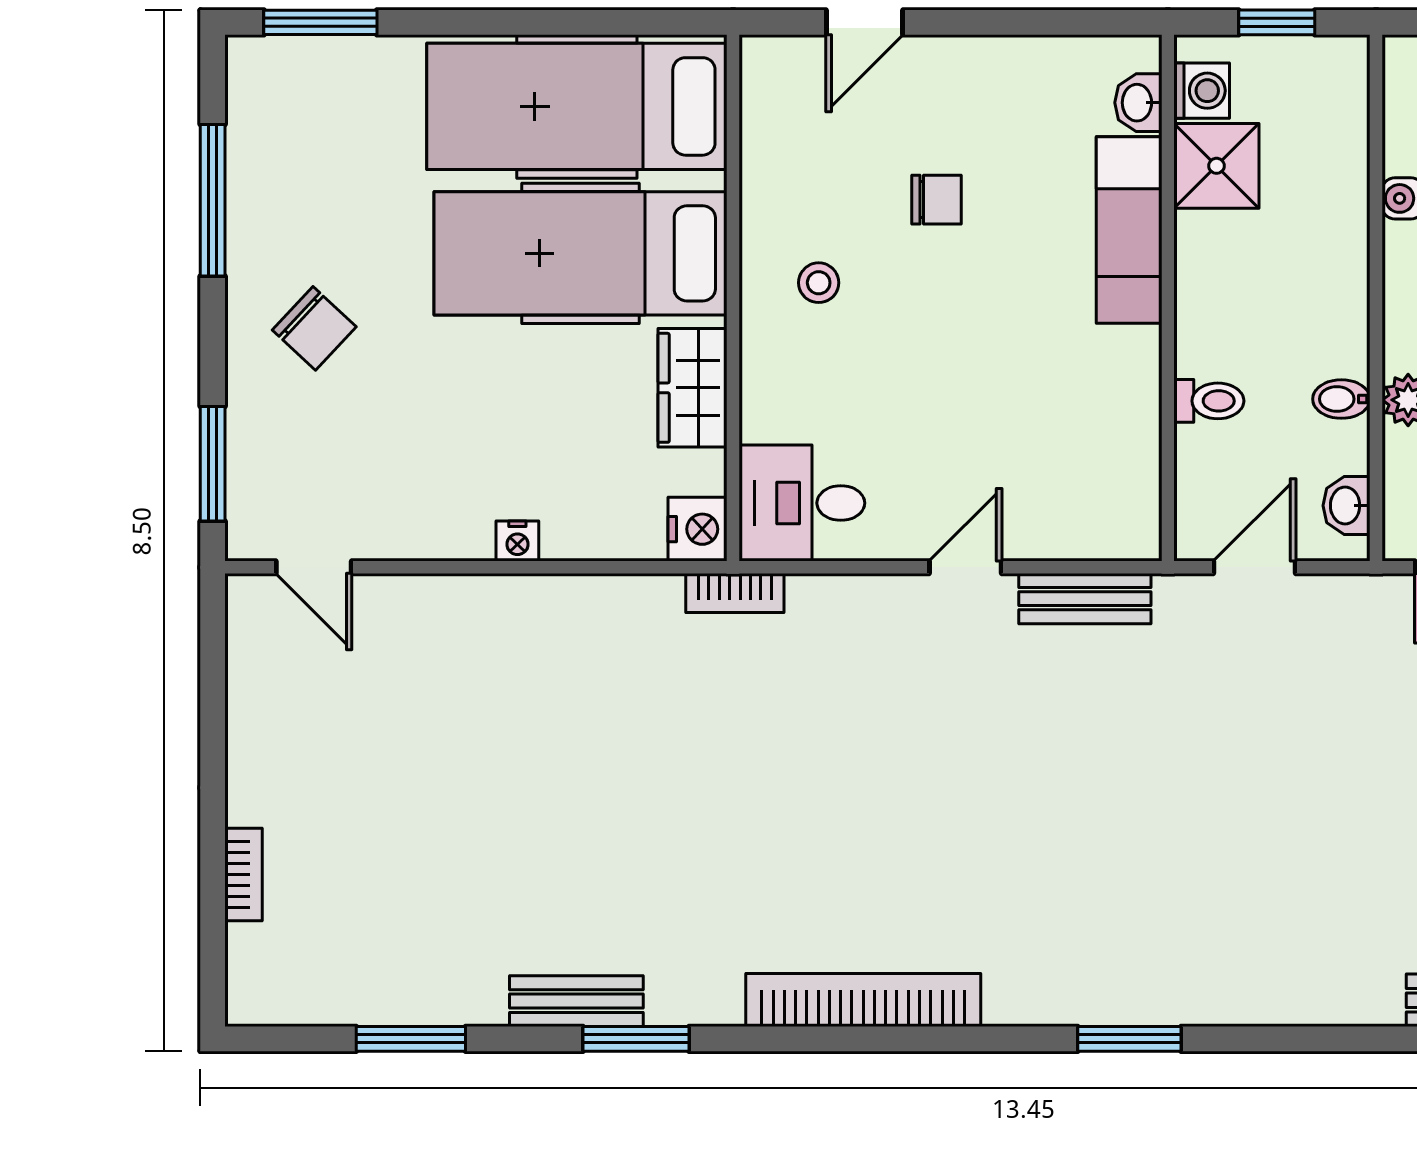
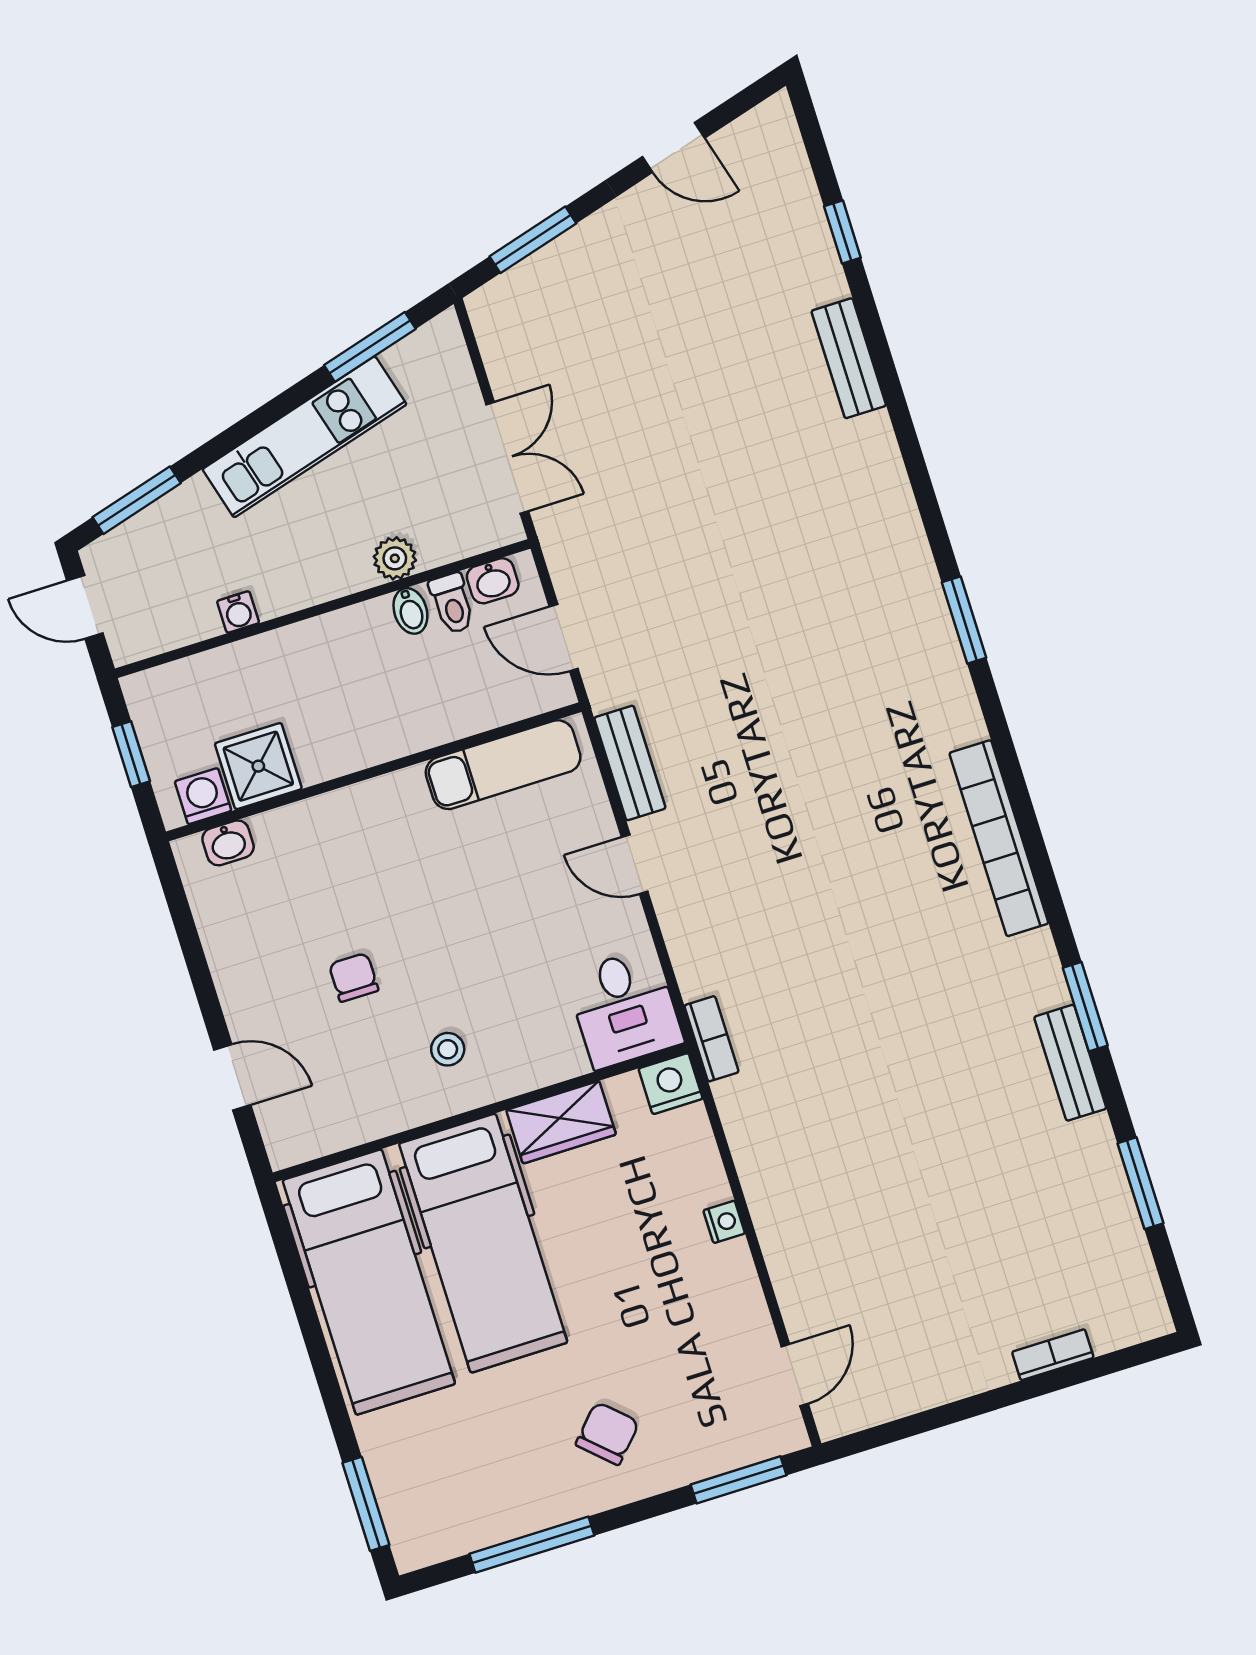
exam couch: (1129, 230) -> (503, 765), moved
toilet: (1209, 401) -> (452, 603), moved, turned 180

